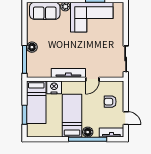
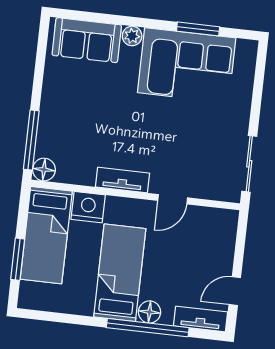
floor lamp: (32, 47) -> (44, 170), moved
tv unit: (68, 73) -> (122, 180), width x0.71
armchair: (110, 102) -> (205, 252), removed
door: (126, 118) -> (235, 291), swing flipped

